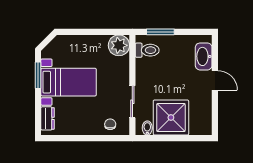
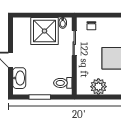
window: (160, 32) -> (40, 97), moved
plant: (119, 45) -> (98, 87), moved

